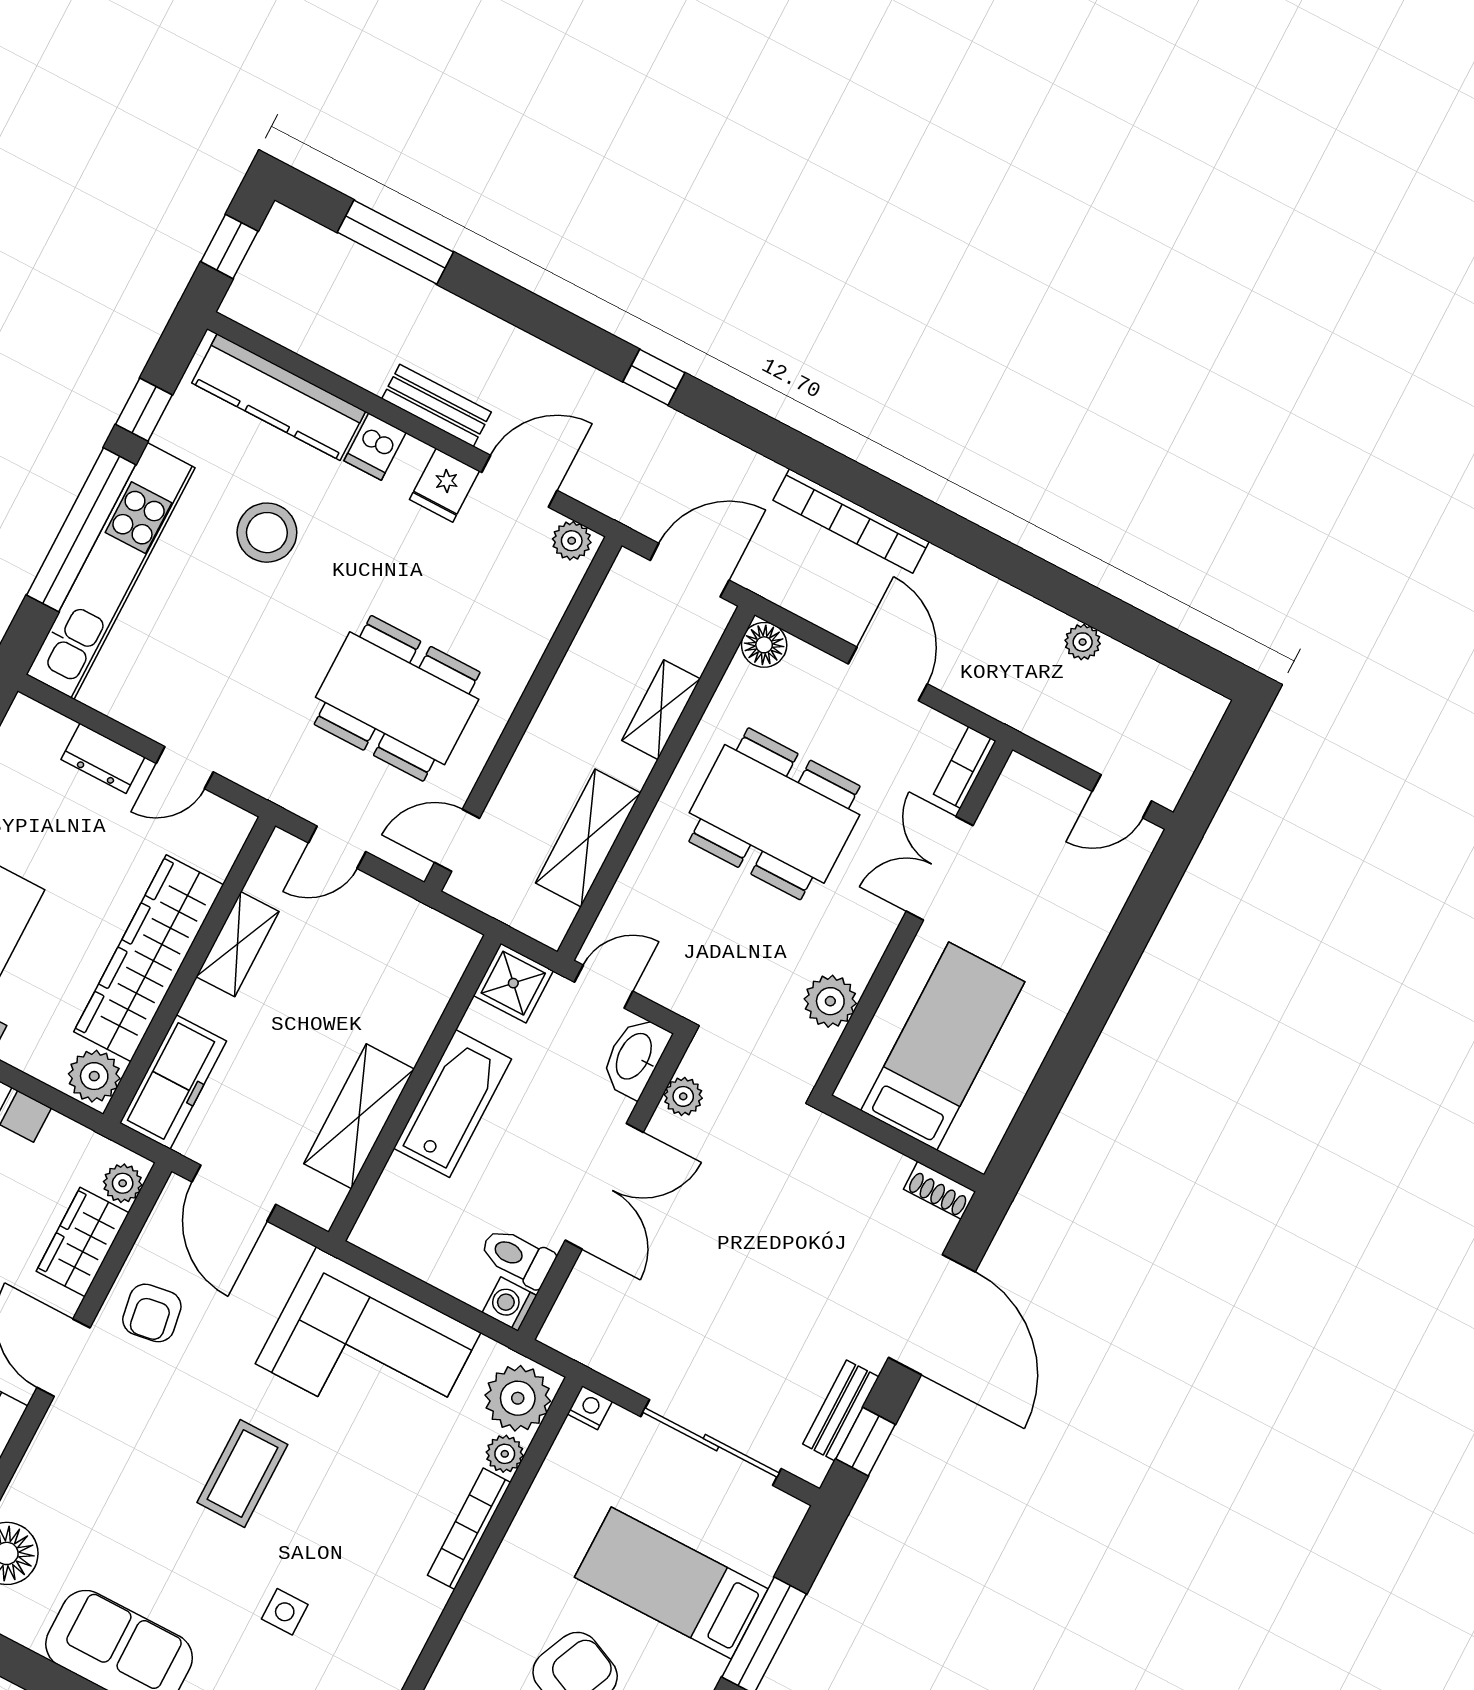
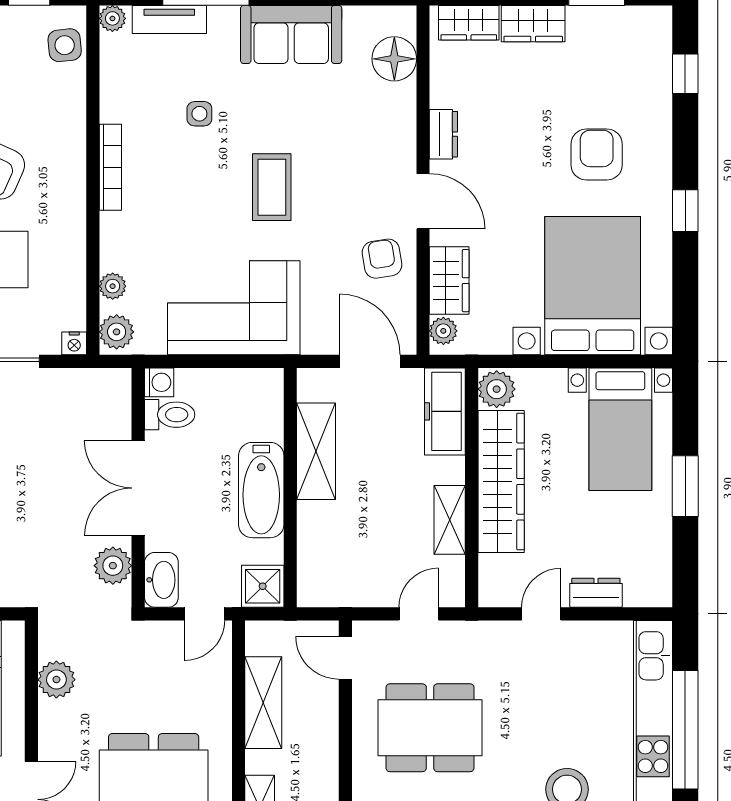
door: (457, 840) -> (345, 658), swing flipped
plant: (683, 1096) -> (113, 566), width x1.38, depth x1.38
plant: (518, 1398) -> (117, 332), width x0.73, depth x0.73
bookcase: (469, 1529) -> (110, 167), moved

